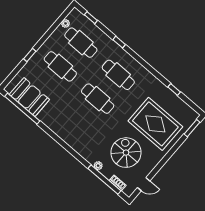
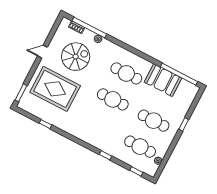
cafe table: (118, 75) -> (126, 73), moved
booth: (29, 97) -> (163, 80), moved
spiral stairs: (126, 153) -> (76, 57), turned -90
door: (144, 184) -> (42, 52), moved

